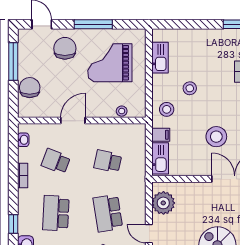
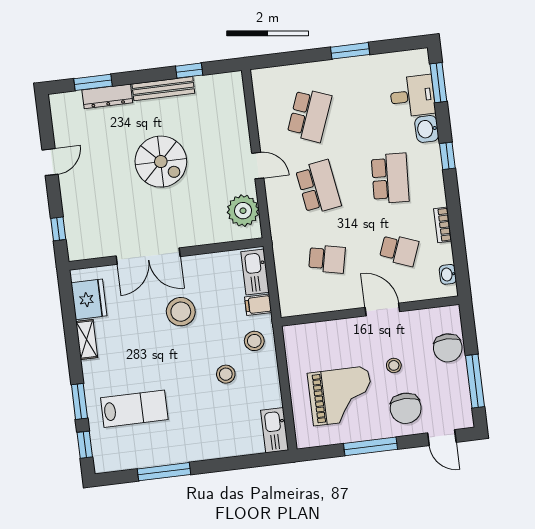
kitchen sink: (160, 58) -> (275, 430), moved
stool: (122, 111) -> (394, 365), moved
door: (73, 121) -> (382, 310), swing flipped

